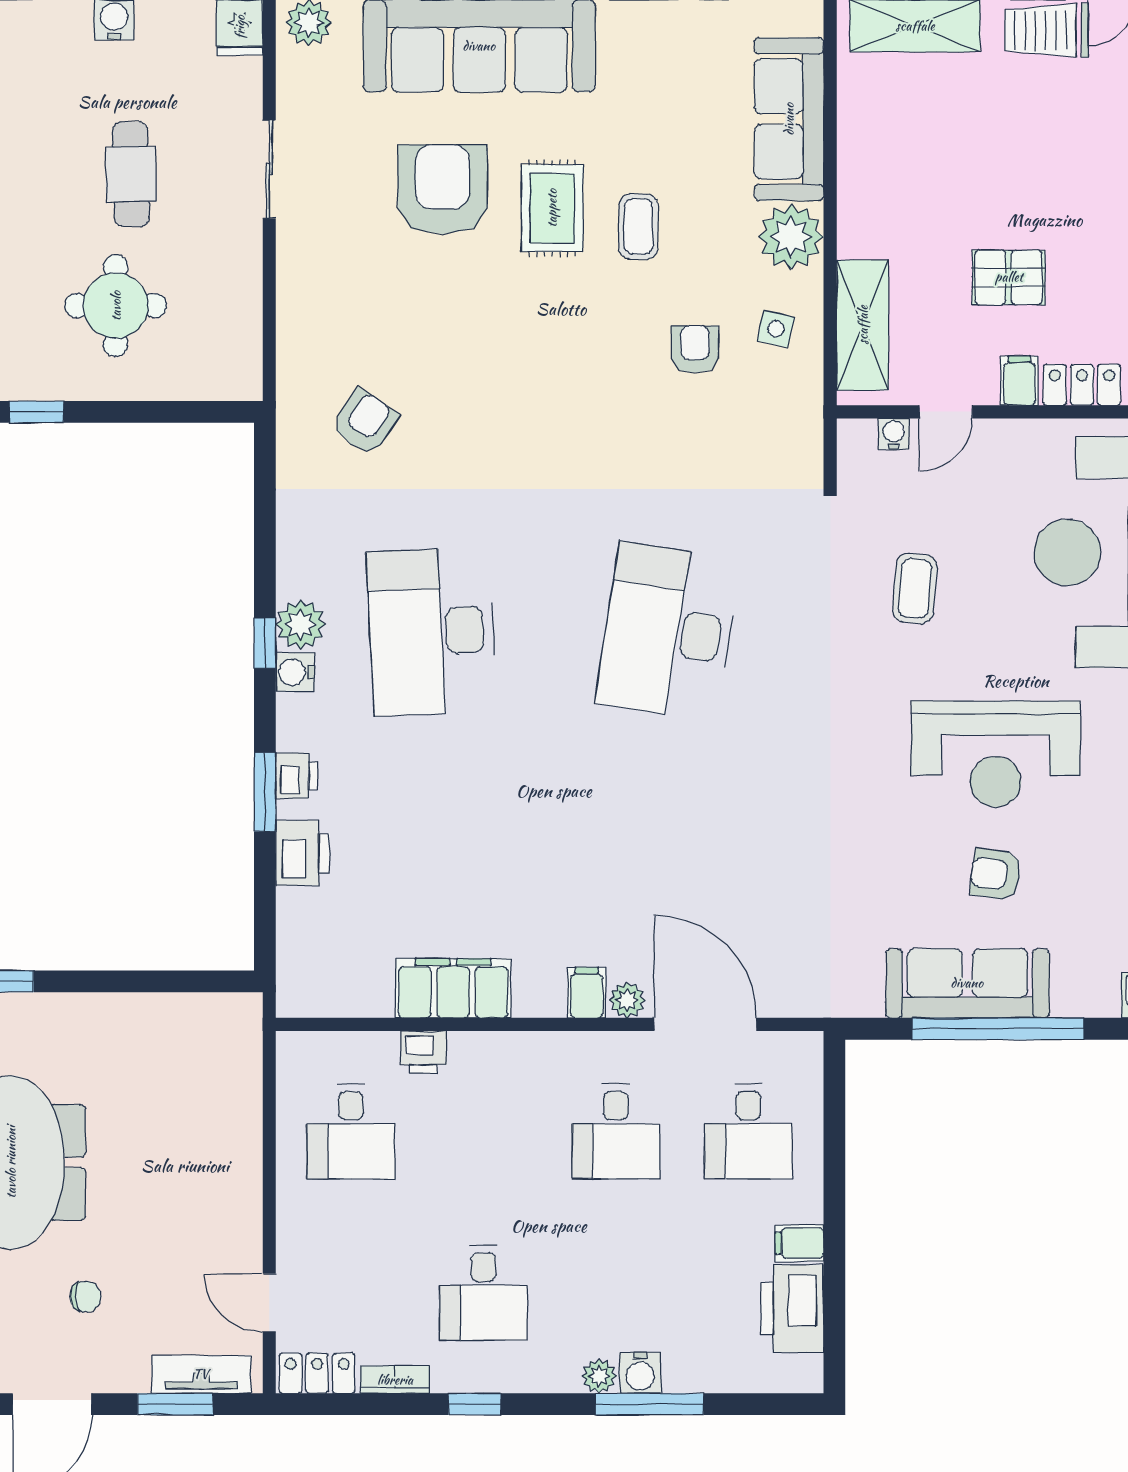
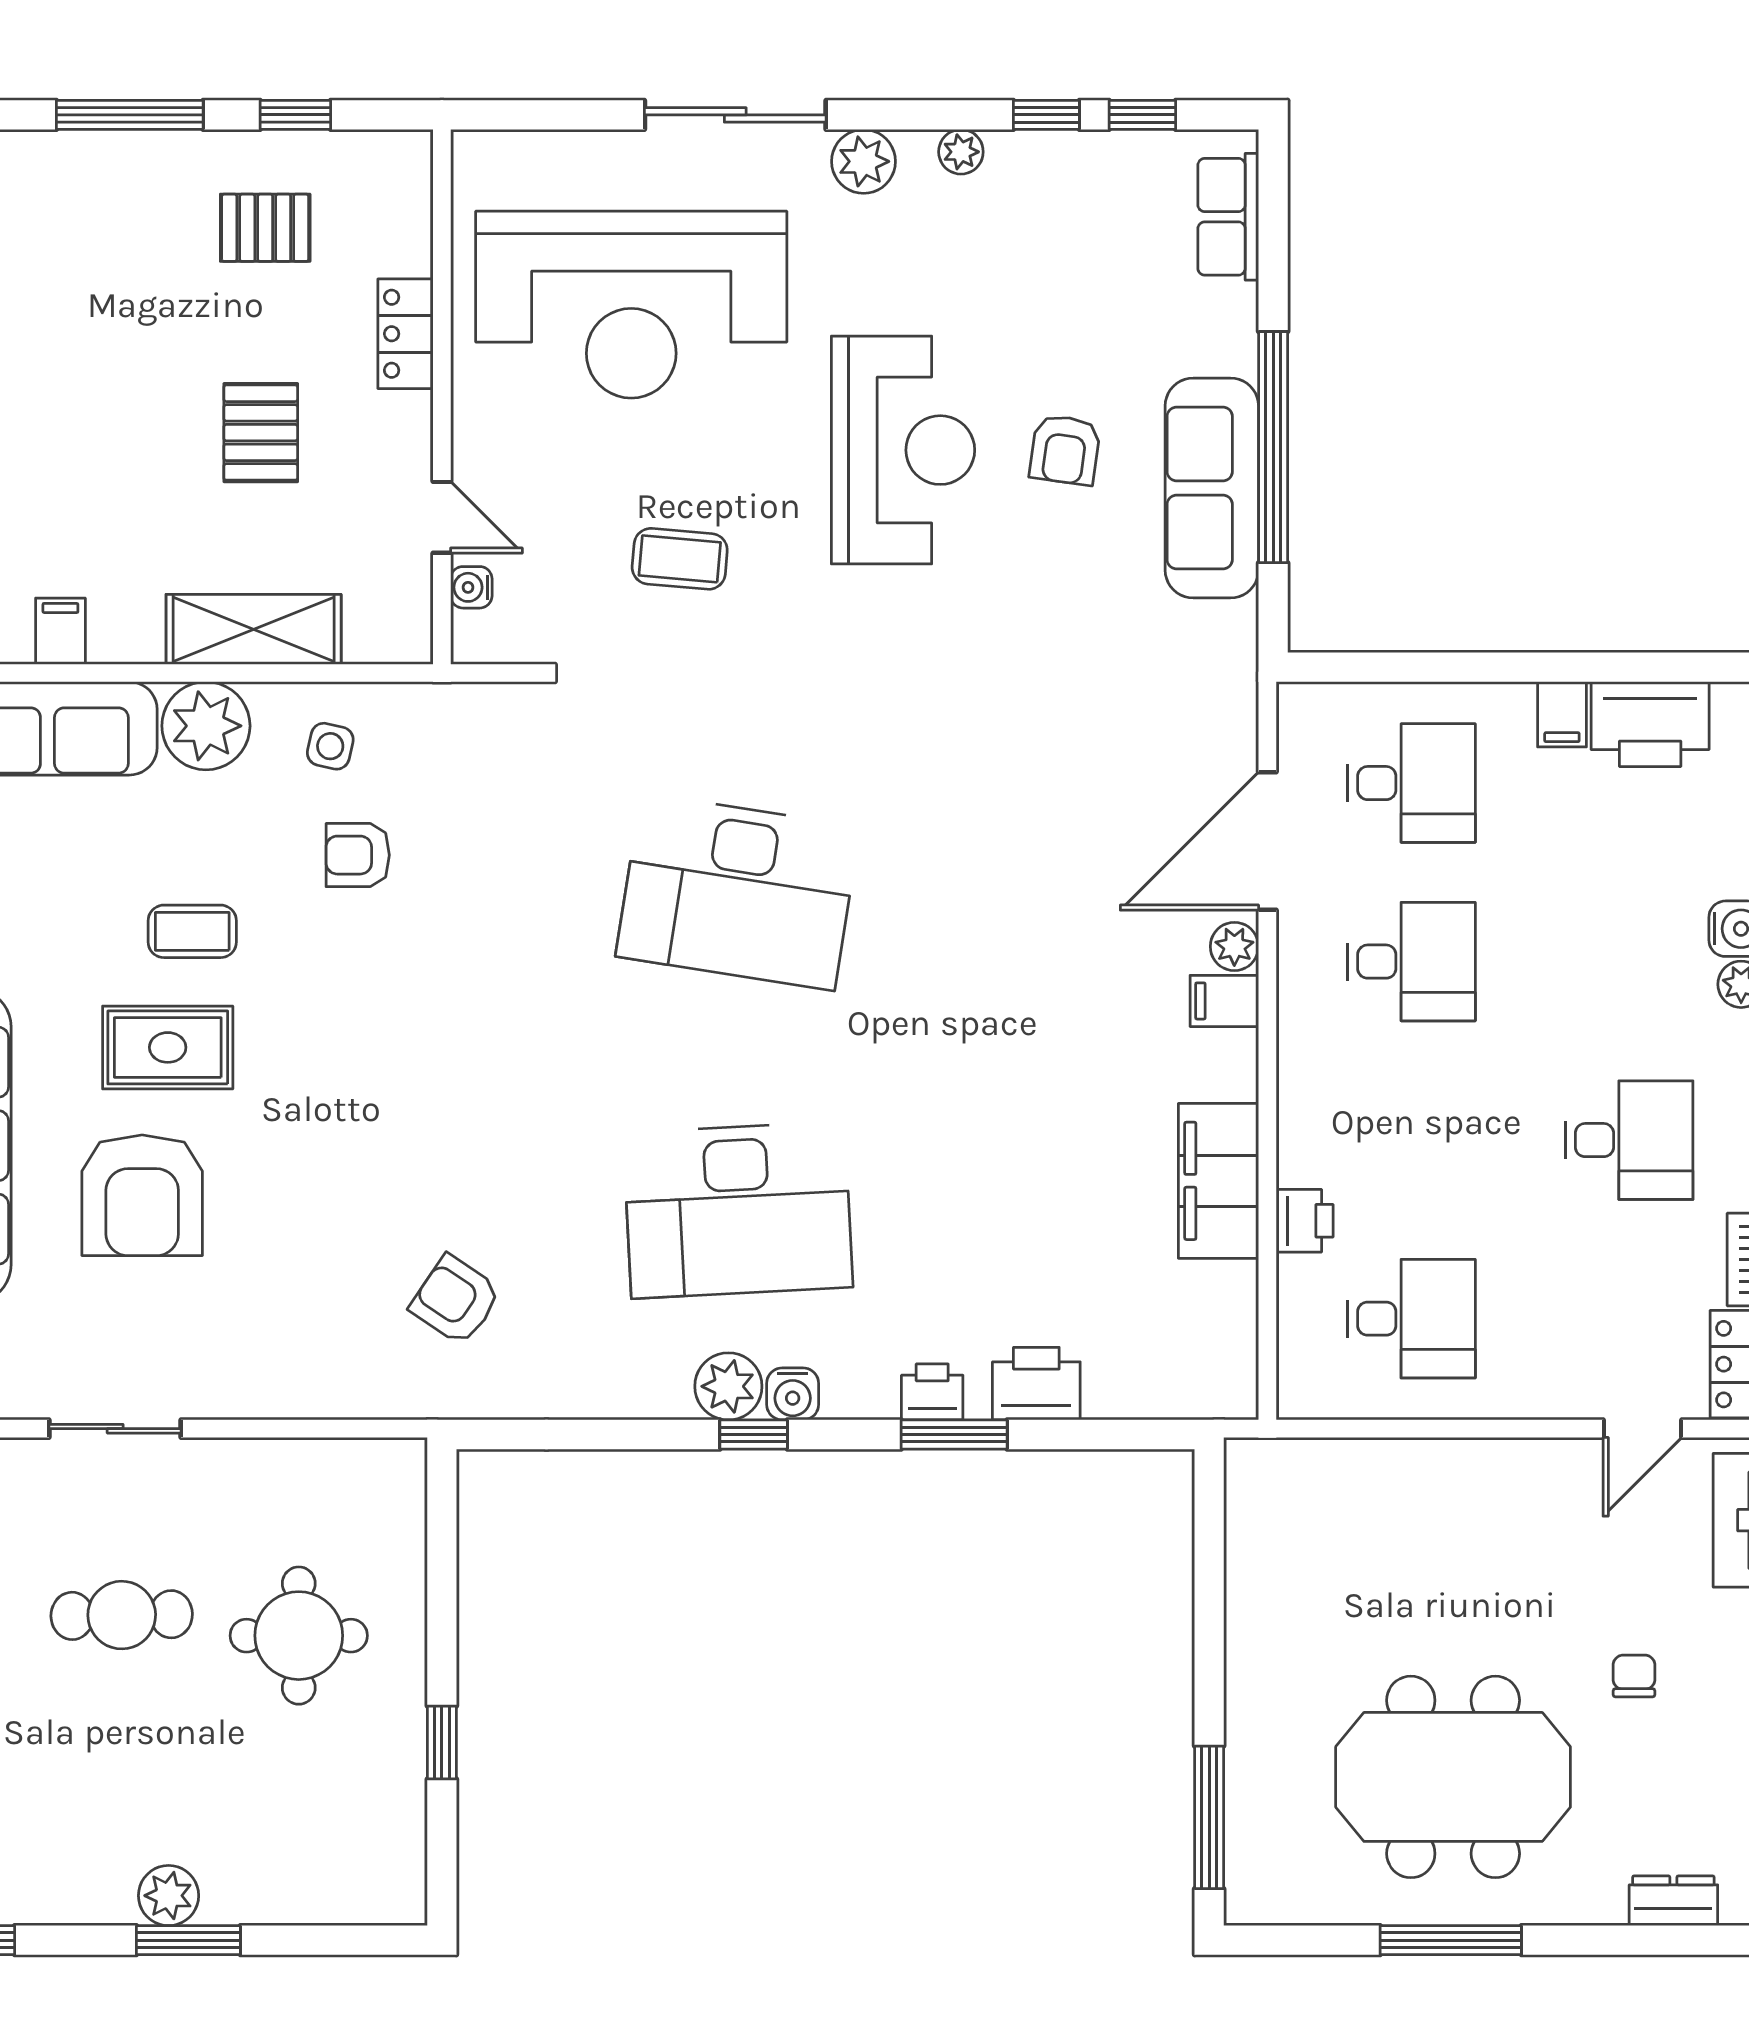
armchair: (442, 189) -> (142, 1195), turned -90
shelving: (863, 325) -> (254, 629), moved
filing cabinet: (1019, 381) -> (60, 631), moved, turned 90

